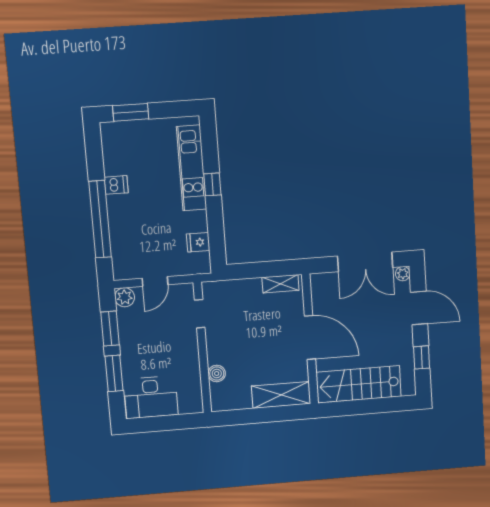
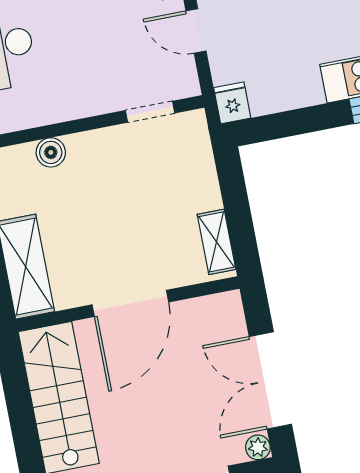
fridge: (198, 242) -> (232, 103), moved

